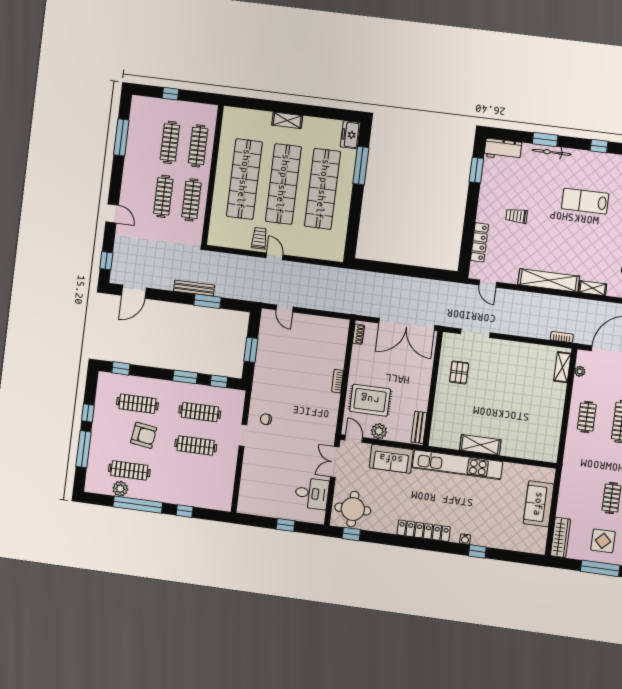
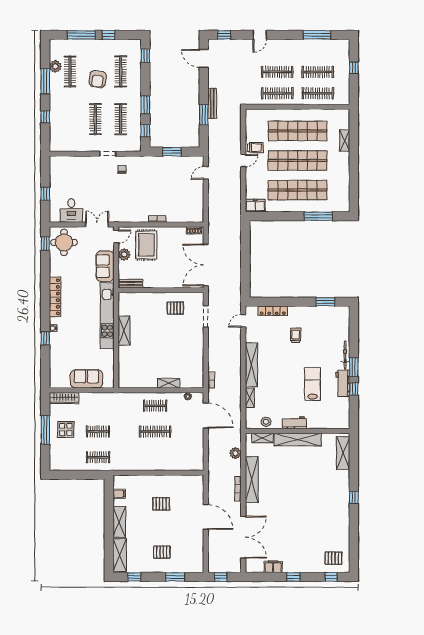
shelving: (287, 120) -> (345, 141), moved
freezer: (350, 135) -> (255, 206), moved
window: (545, 140) -> (354, 367), moved
workbench: (503, 149) -> (343, 383), moved
shelving: (562, 367) -> (169, 383), moved
window: (138, 505) -> (45, 81), width x0.68

